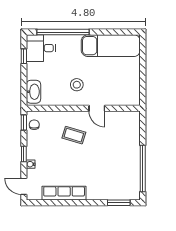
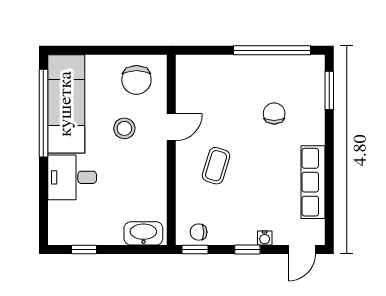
window: (63, 32) -> (43, 113), moved
desk: (41, 48) -> (72, 177), moved, turned 90
stool: (77, 85) -> (124, 128), moved
chair: (125, 88) -> (136, 80), added
chair: (105, 170) -> (274, 113), added

